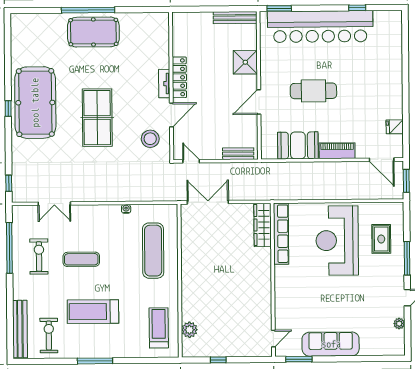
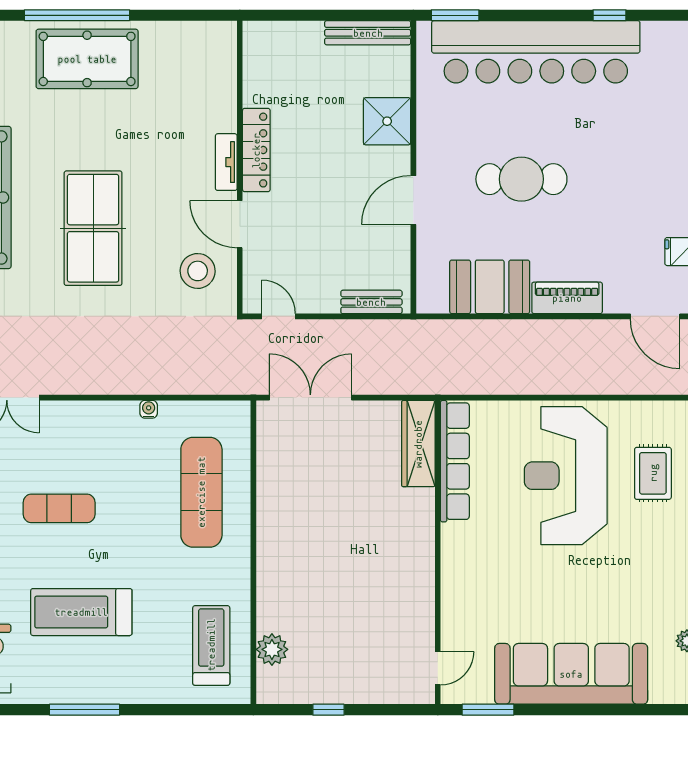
door: (171, 115) -> (240, 224), swing flipped
sofa: (331, 344) -> (571, 674), width x1.36, depth x1.27

